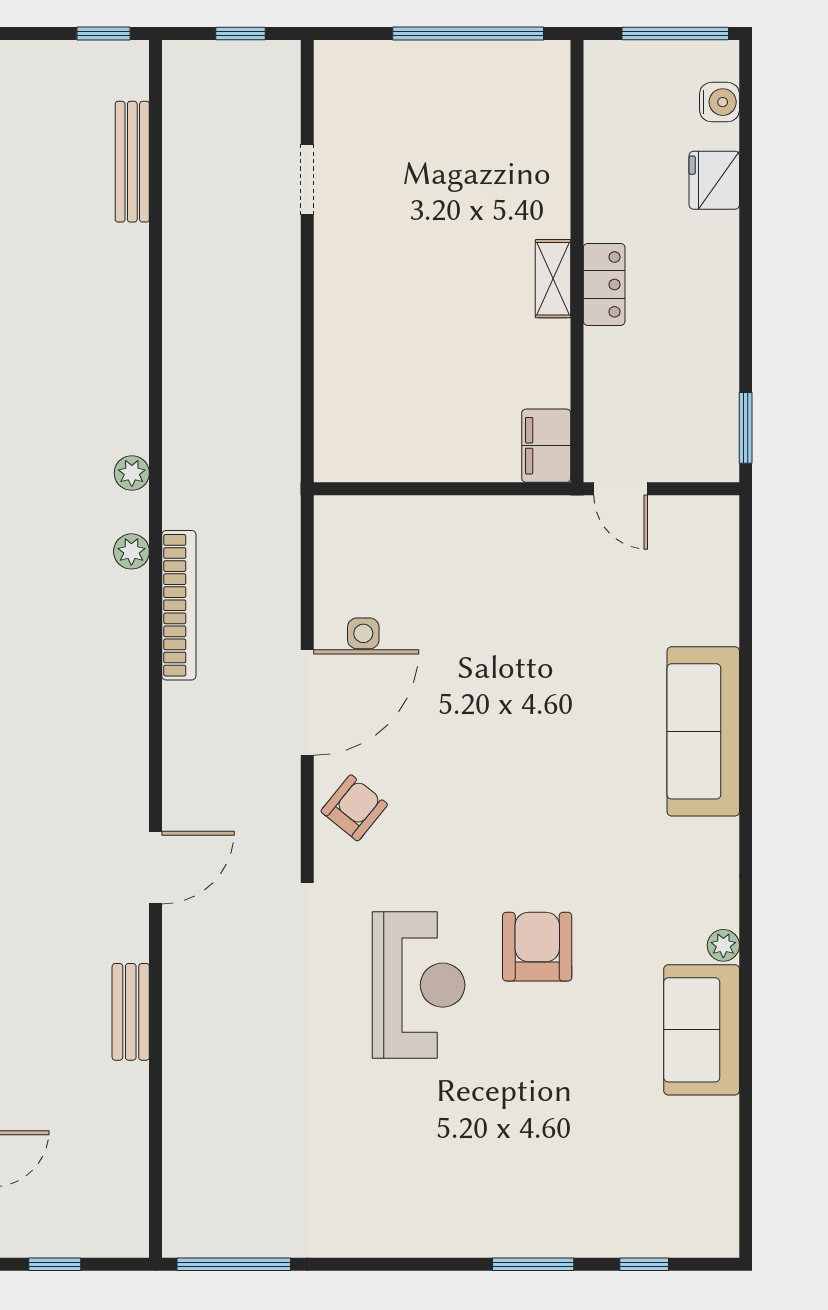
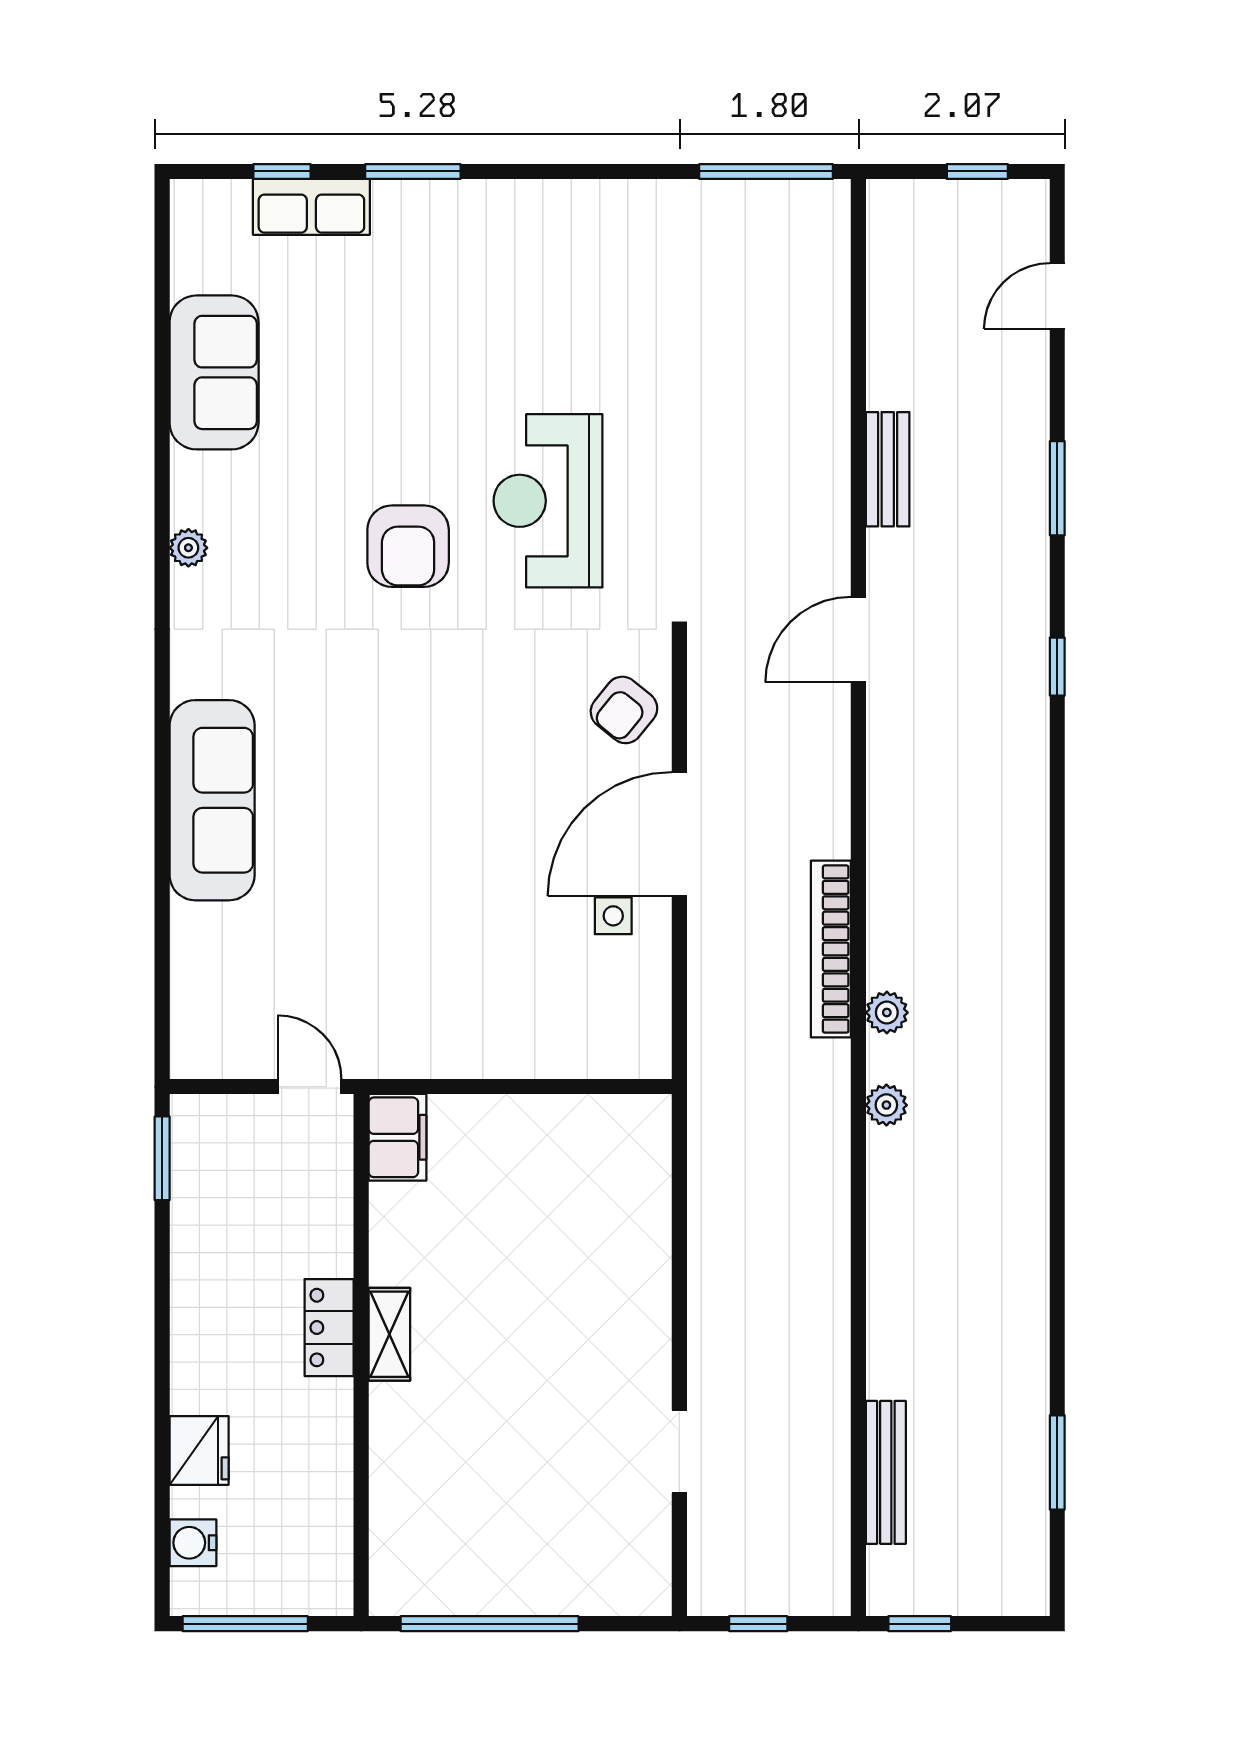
sofa: (702, 1030) -> (214, 372), moved
row of seats: (619, 1234) -> (311, 207), added

